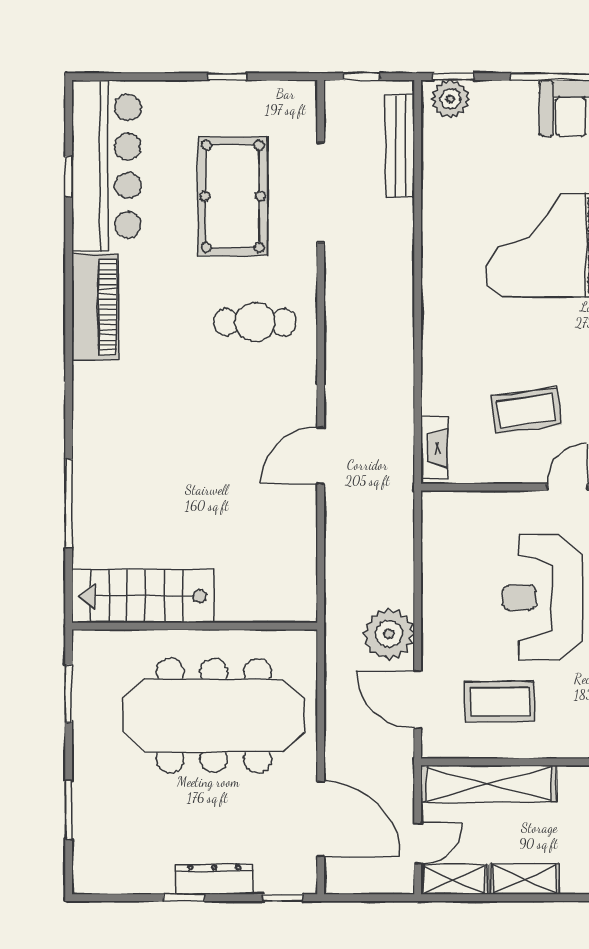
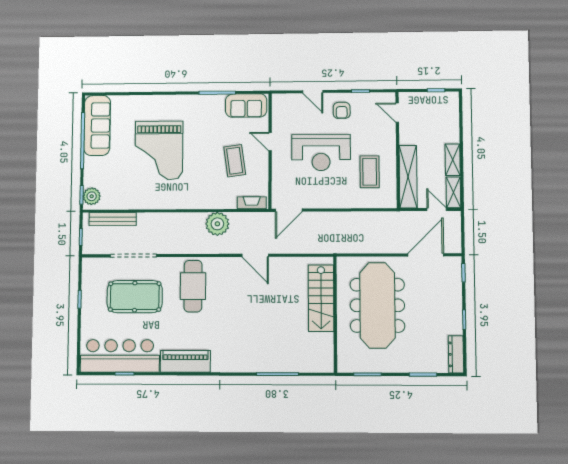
cafe table: (255, 322) -> (193, 286), width x1.37, depth x1.35
stairs: (143, 596) -> (321, 298), moved
plant: (389, 634) -> (217, 224), moved
door: (418, 700) -> (289, 210), moved
dresser: (214, 879) -> (456, 354), moved

